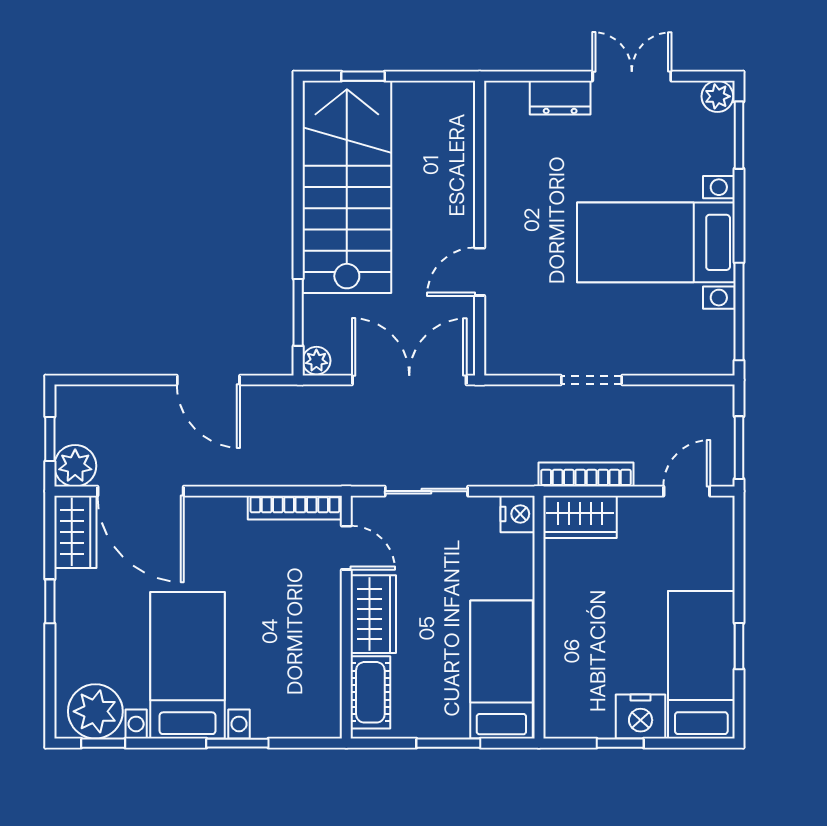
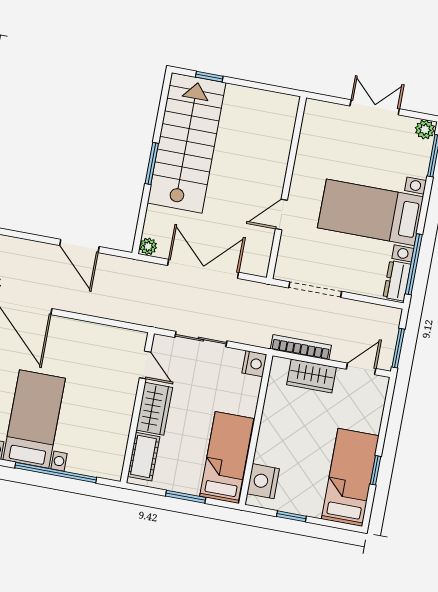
dresser: (560, 98) -> (397, 281), moved, turned 90
wall: (480, 228) -> (286, 188), moved
door: (480, 272) -> (281, 214), moved
window: (298, 312) -> (152, 164), moved
doorway: (592, 380) -> (315, 290), width x1.38
bookcase: (295, 508) -> (118, 334), removed
wardrobe: (580, 517) -> (312, 376), moved
nightstand: (641, 717) -> (263, 481), moved, turned 90
window: (237, 743) -> (56, 473), width x2.11

